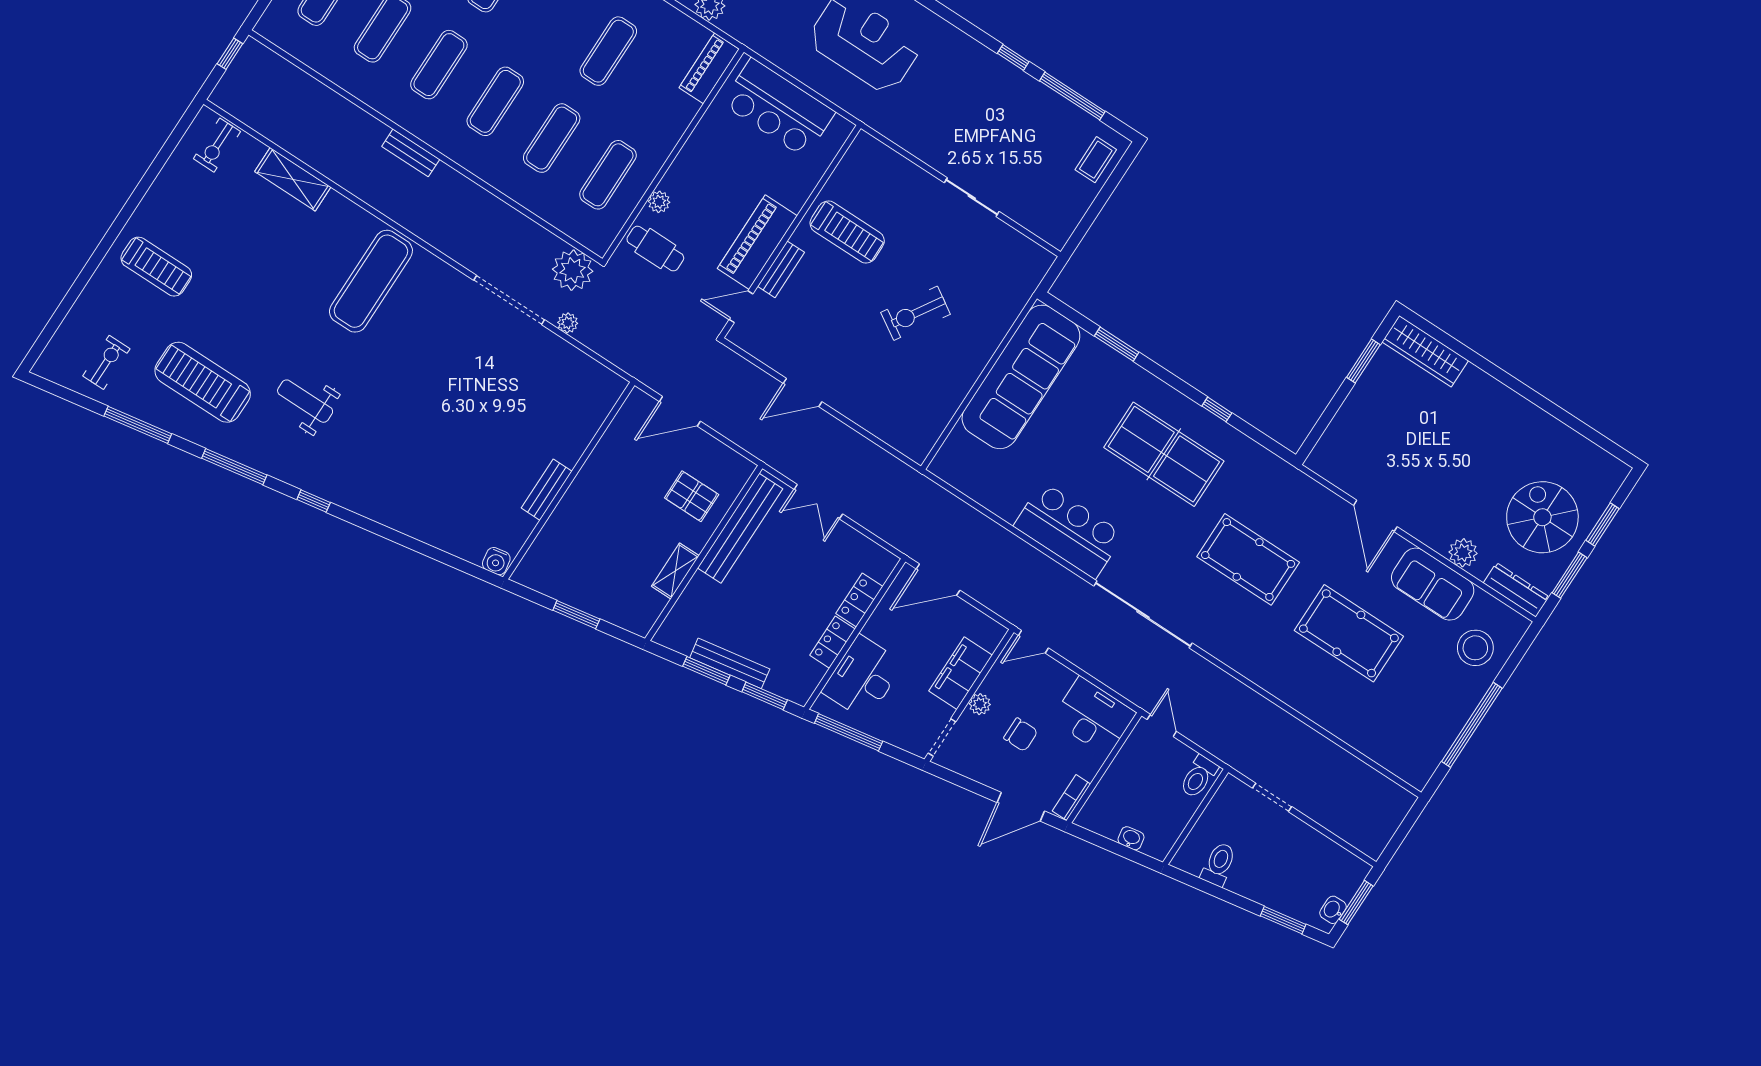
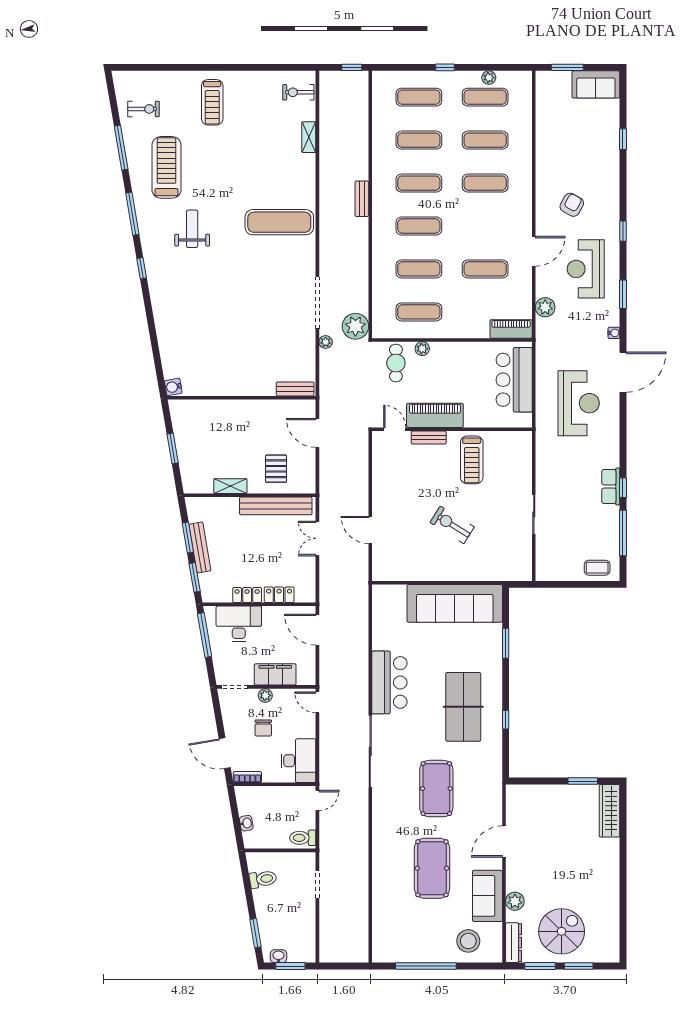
row of seats: (1001, 72) -> (611, 487), added
shelving: (293, 179) -> (309, 137), width x0.67, depth x0.75
door: (803, 393) -> (370, 530), moved
bench: (547, 490) -> (295, 389), moved

